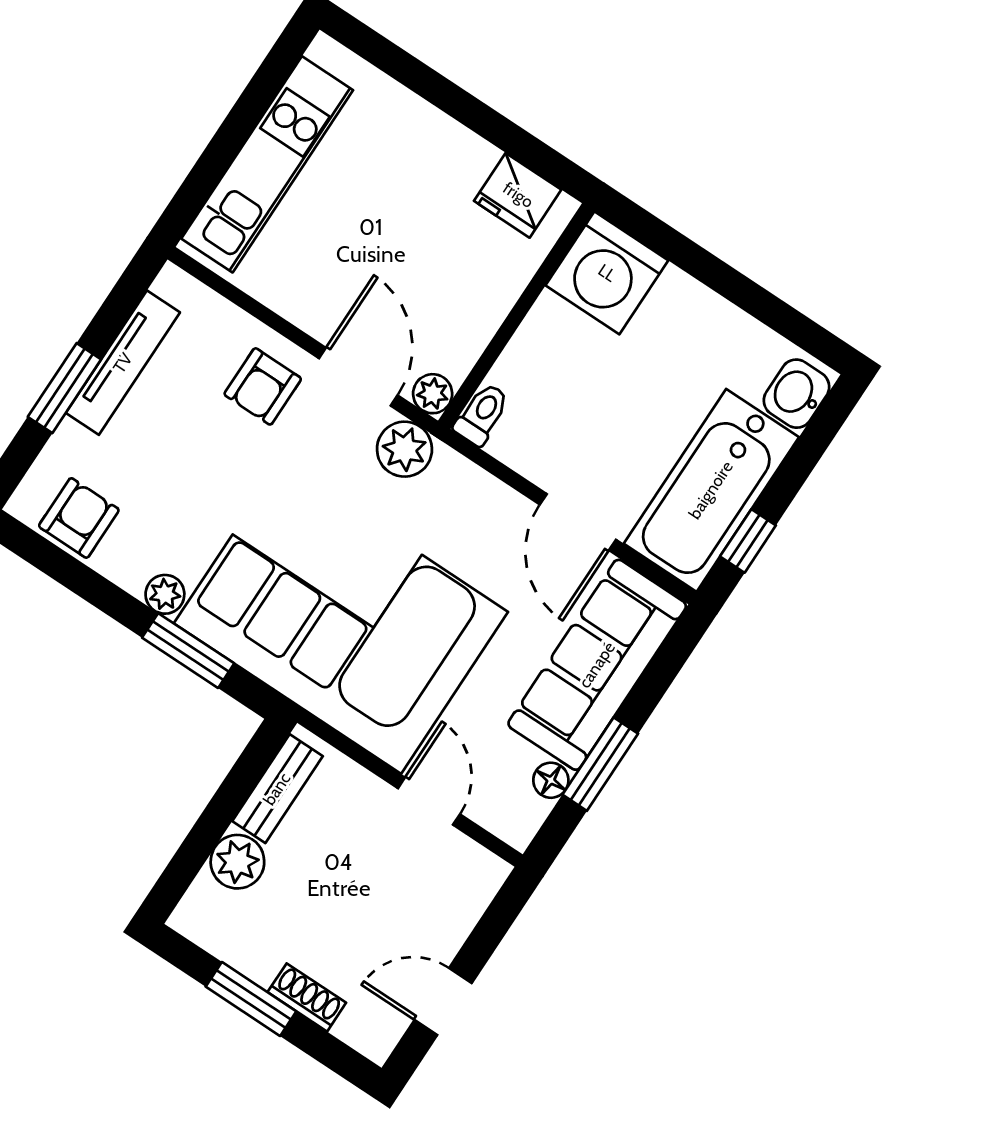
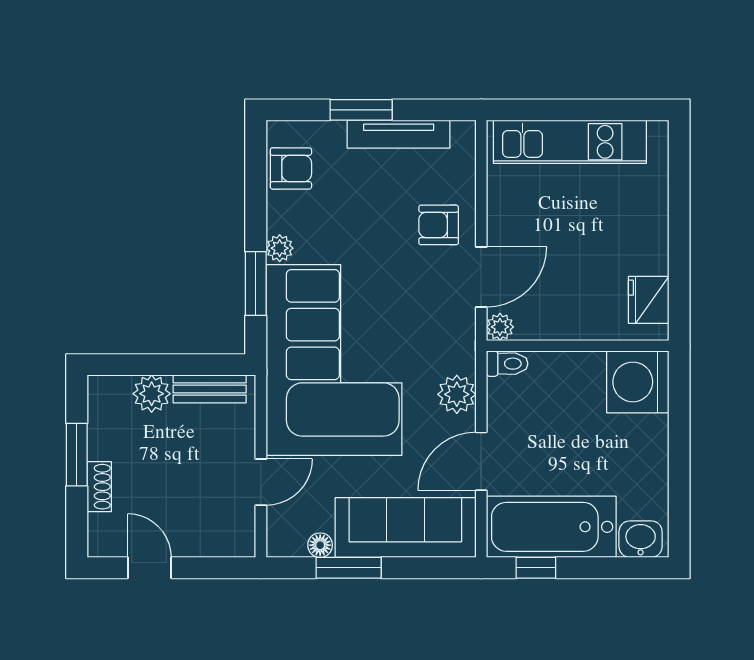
plant: (404, 449) -> (457, 394), moved

